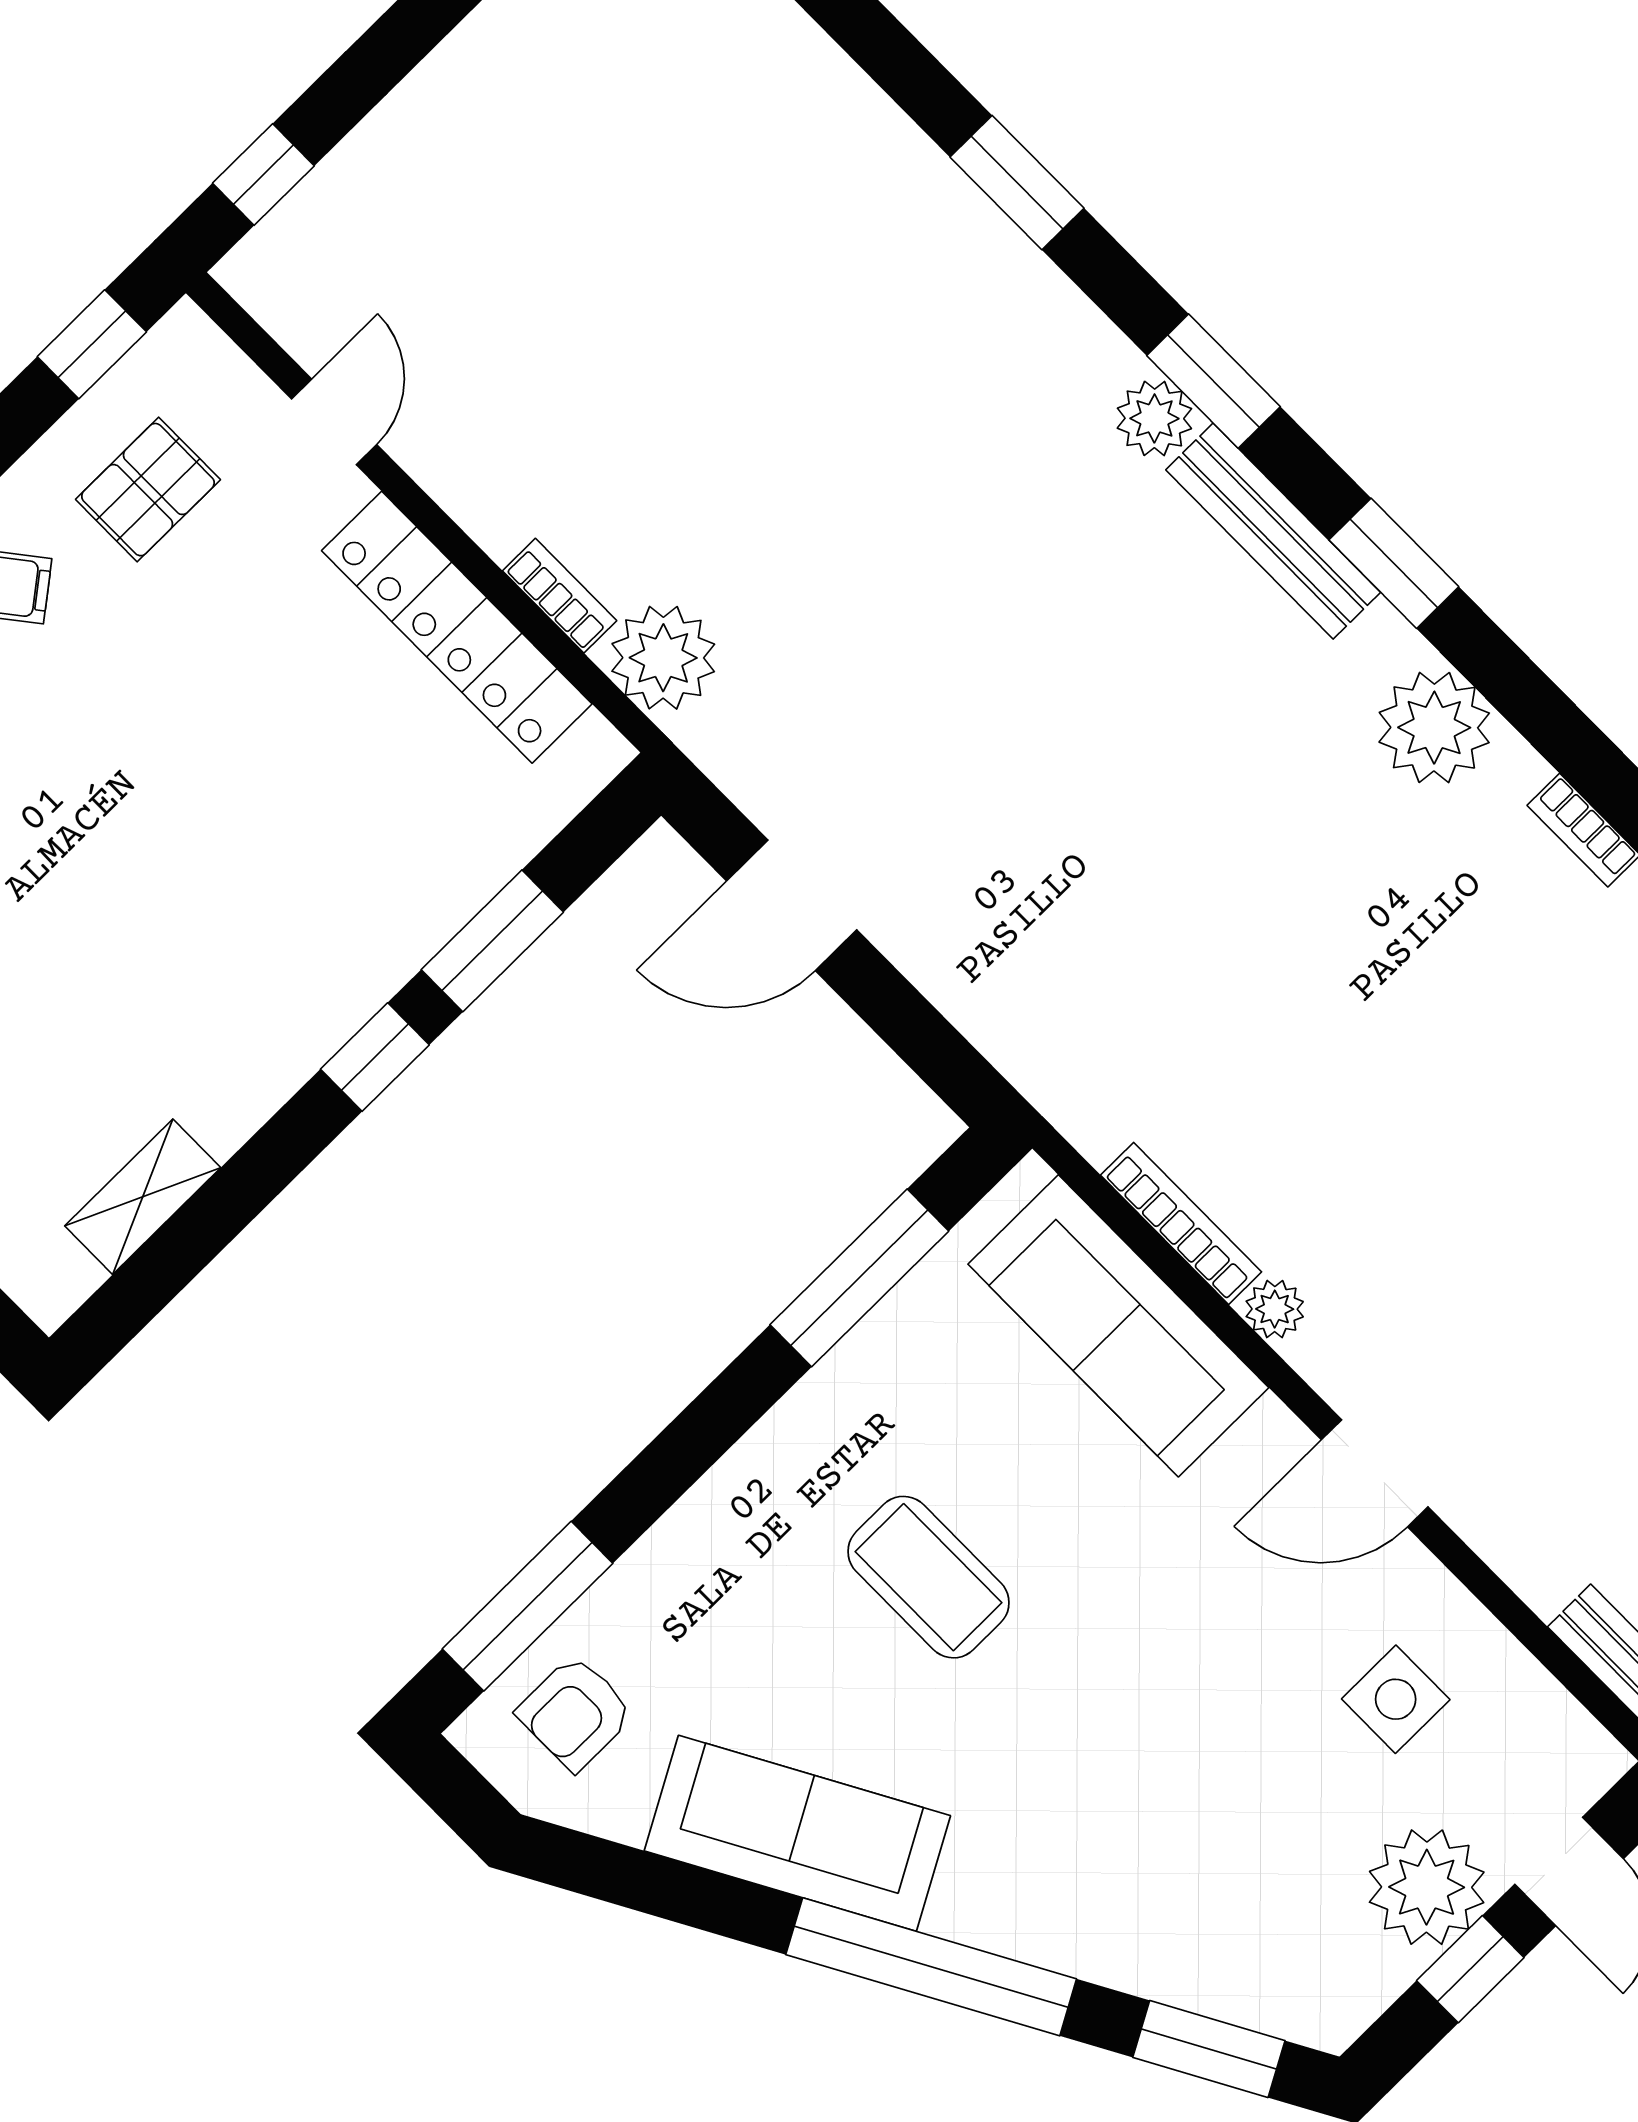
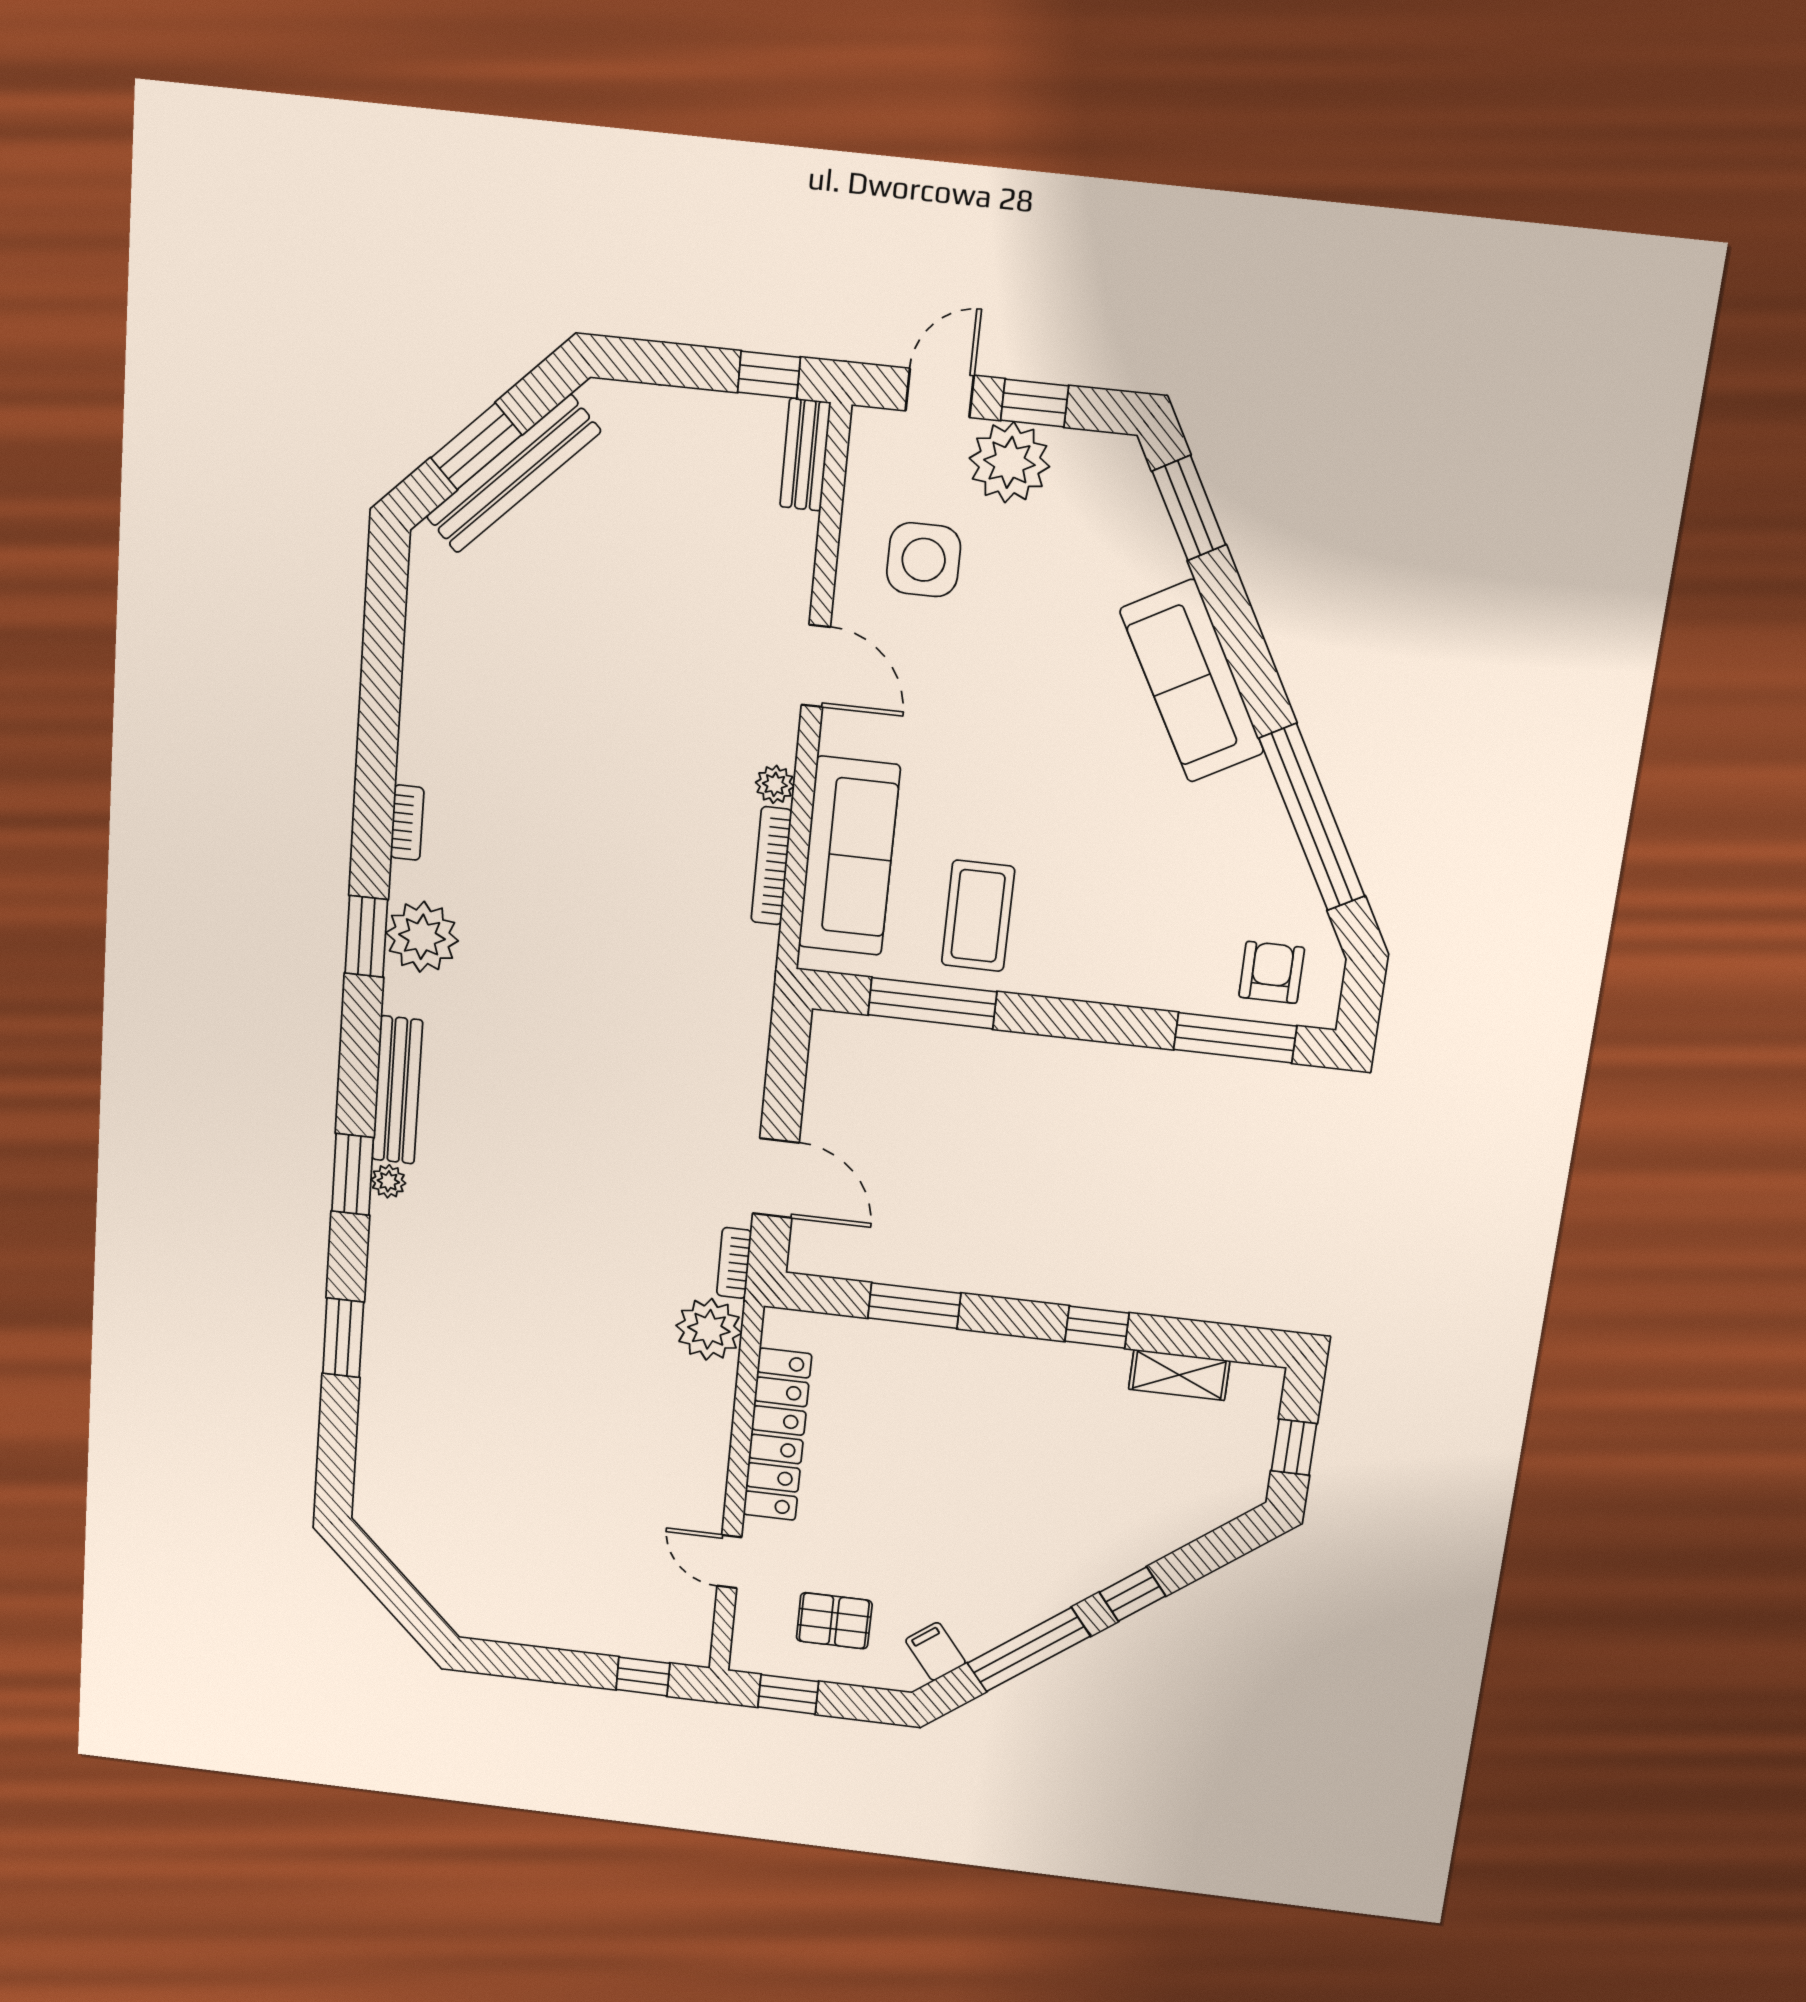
plant: (1154, 418) -> (388, 1181), width x0.73, depth x0.73
door: (334, 422) -> (729, 1562), hinge flipped
window: (1394, 563) -> (366, 936), moved
bookcase: (560, 596) -> (734, 1263), moved
window: (375, 1057) -> (1097, 1327), moved
coffee table: (928, 1577) -> (978, 916), moved
side table: (1396, 1699) -> (924, 560), width x1.37, depth x1.37
armchair: (575, 1713) -> (1272, 972), turned -90
sofa: (797, 1833) -> (1192, 681), moved
window: (931, 1967) -> (1312, 817), moved

